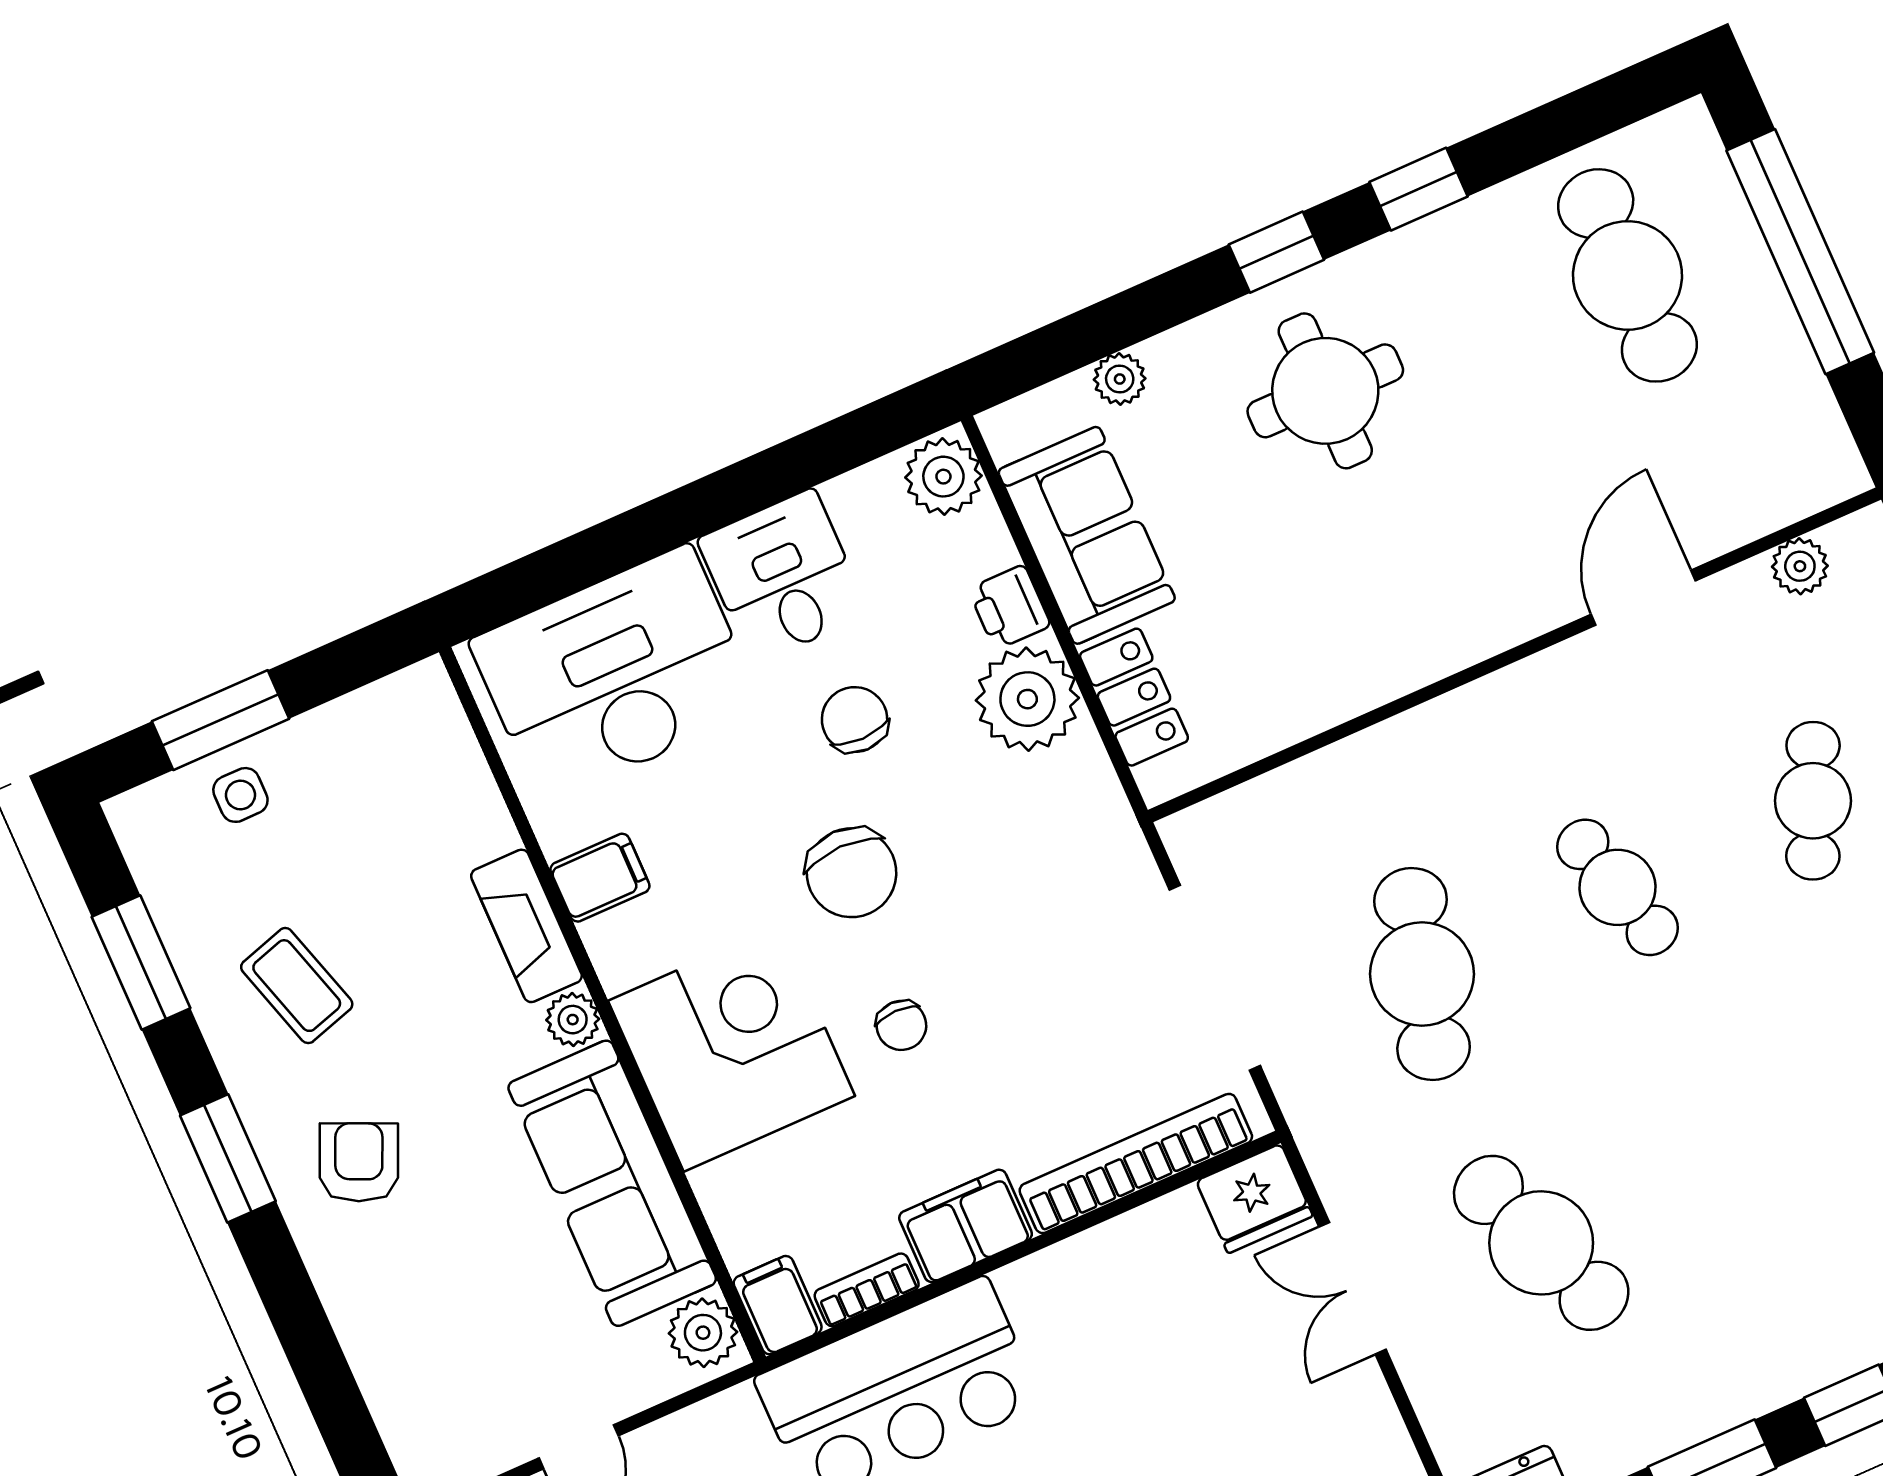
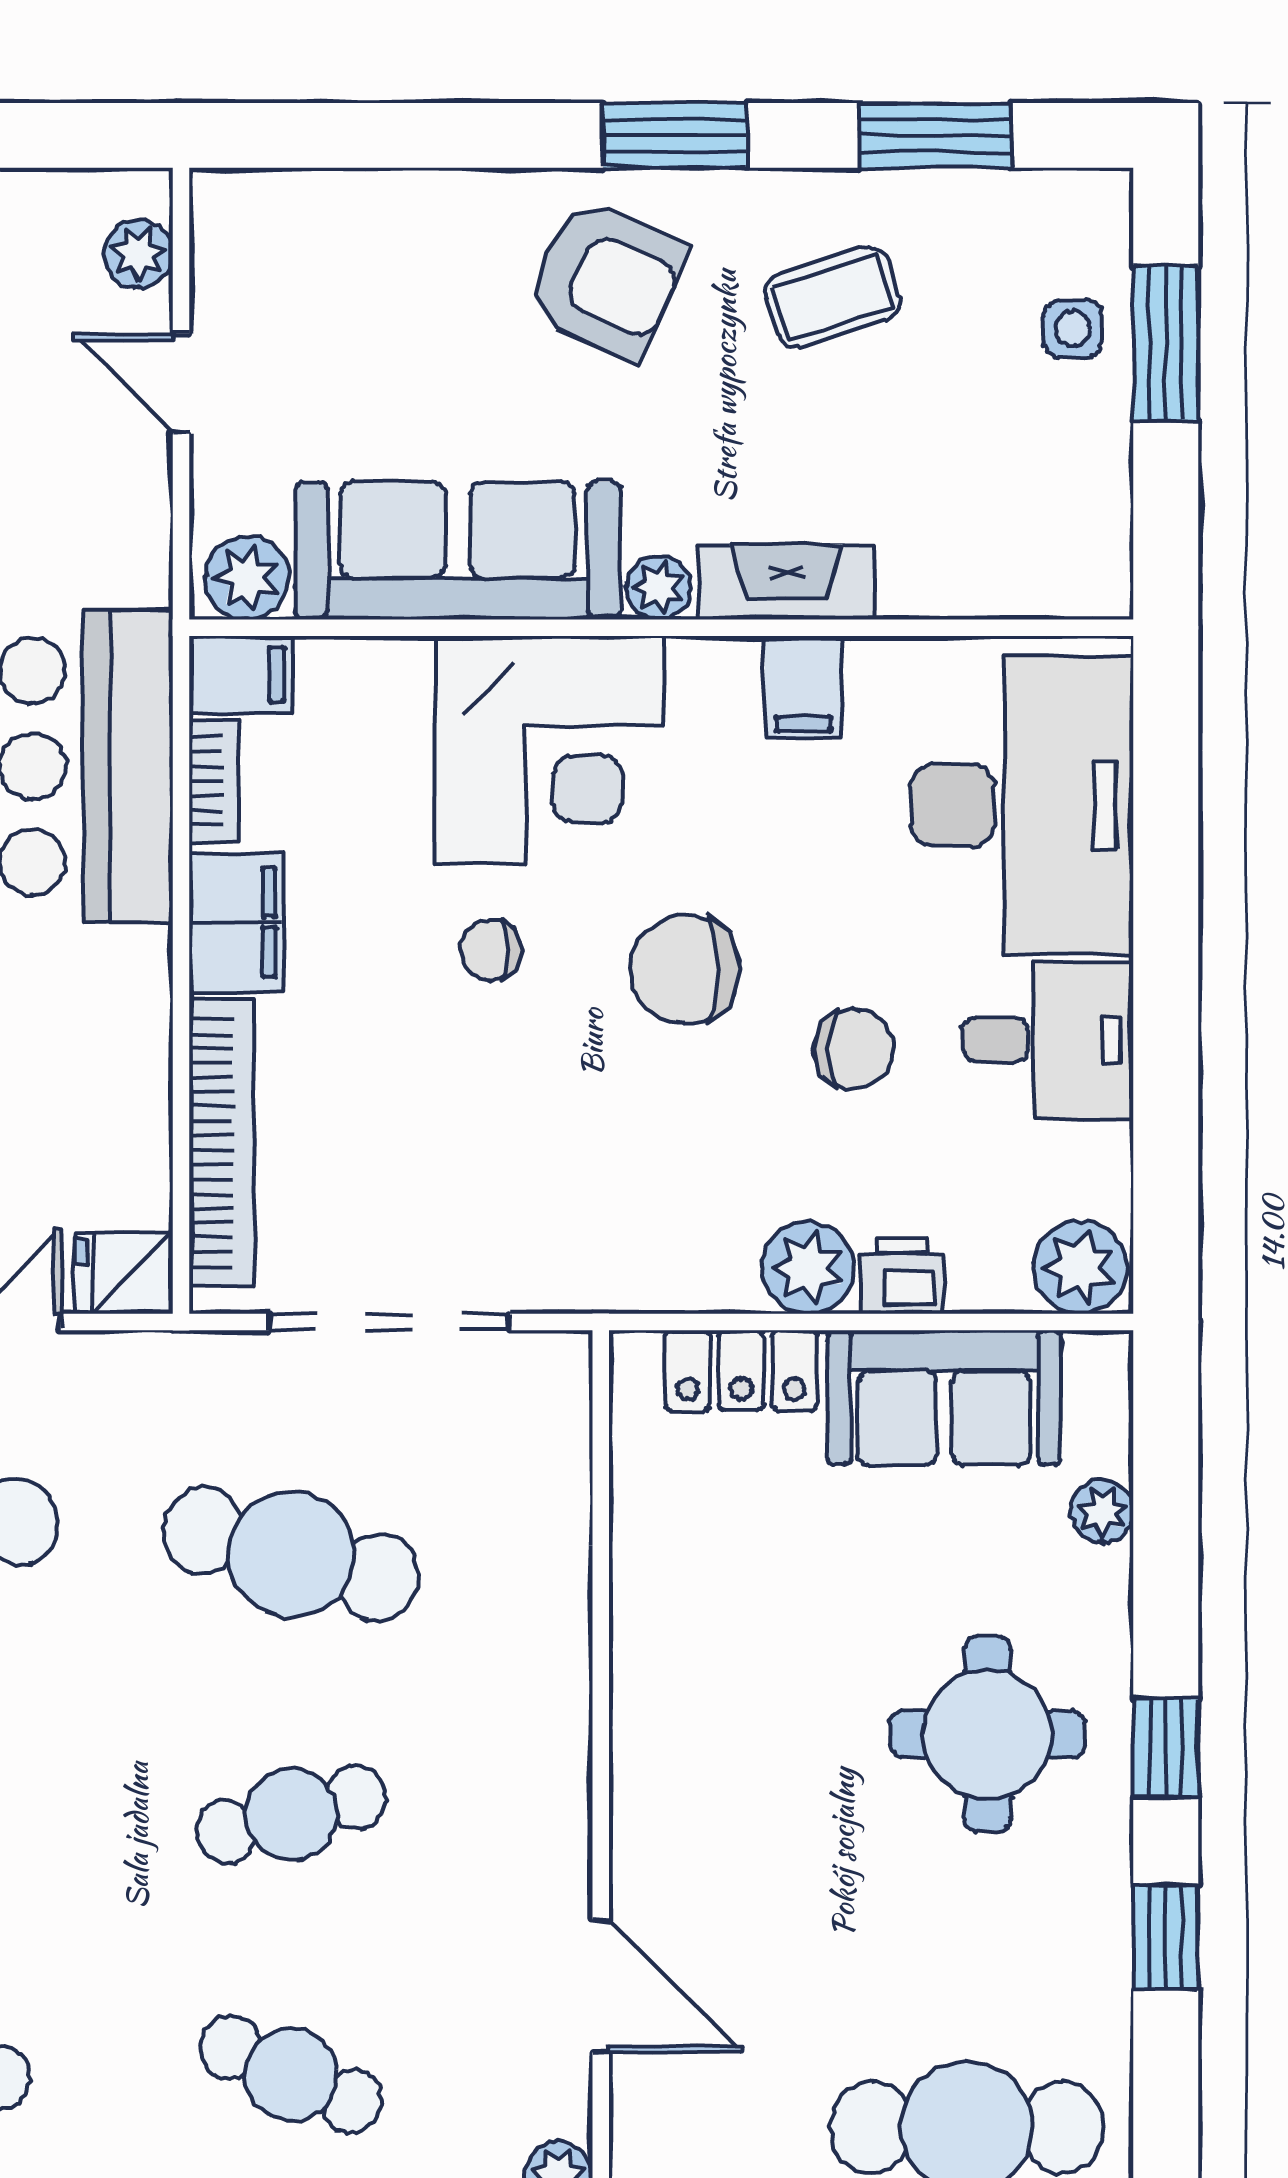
plant: (1027, 699) -> (808, 1268), width x0.73, depth x0.73
armchair: (359, 1162) -> (606, 279), width x1.38, depth x1.38
fridge: (1254, 1199) -> (124, 1273), width x0.72

